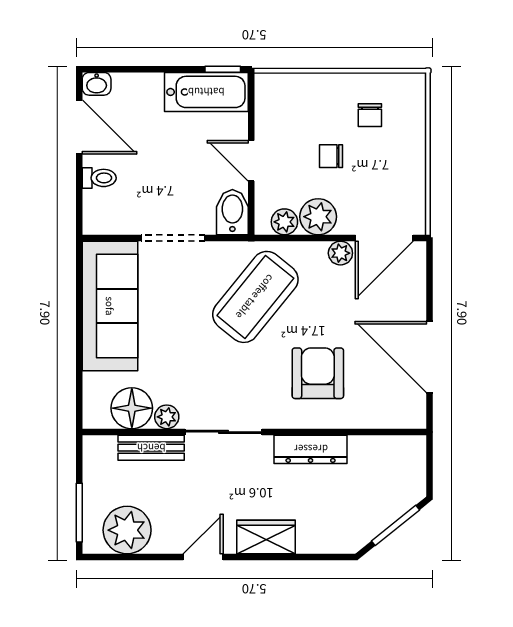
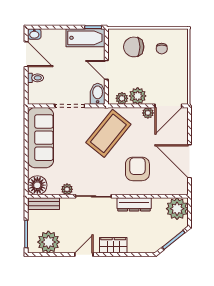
chair: (331, 156) -> (134, 47), moved, width x1.87, depth x1.87
floor lamp: (132, 408) -> (37, 185), moved
bench: (151, 448) -> (44, 204), moved
plant: (403, 459) -> (177, 209), added

